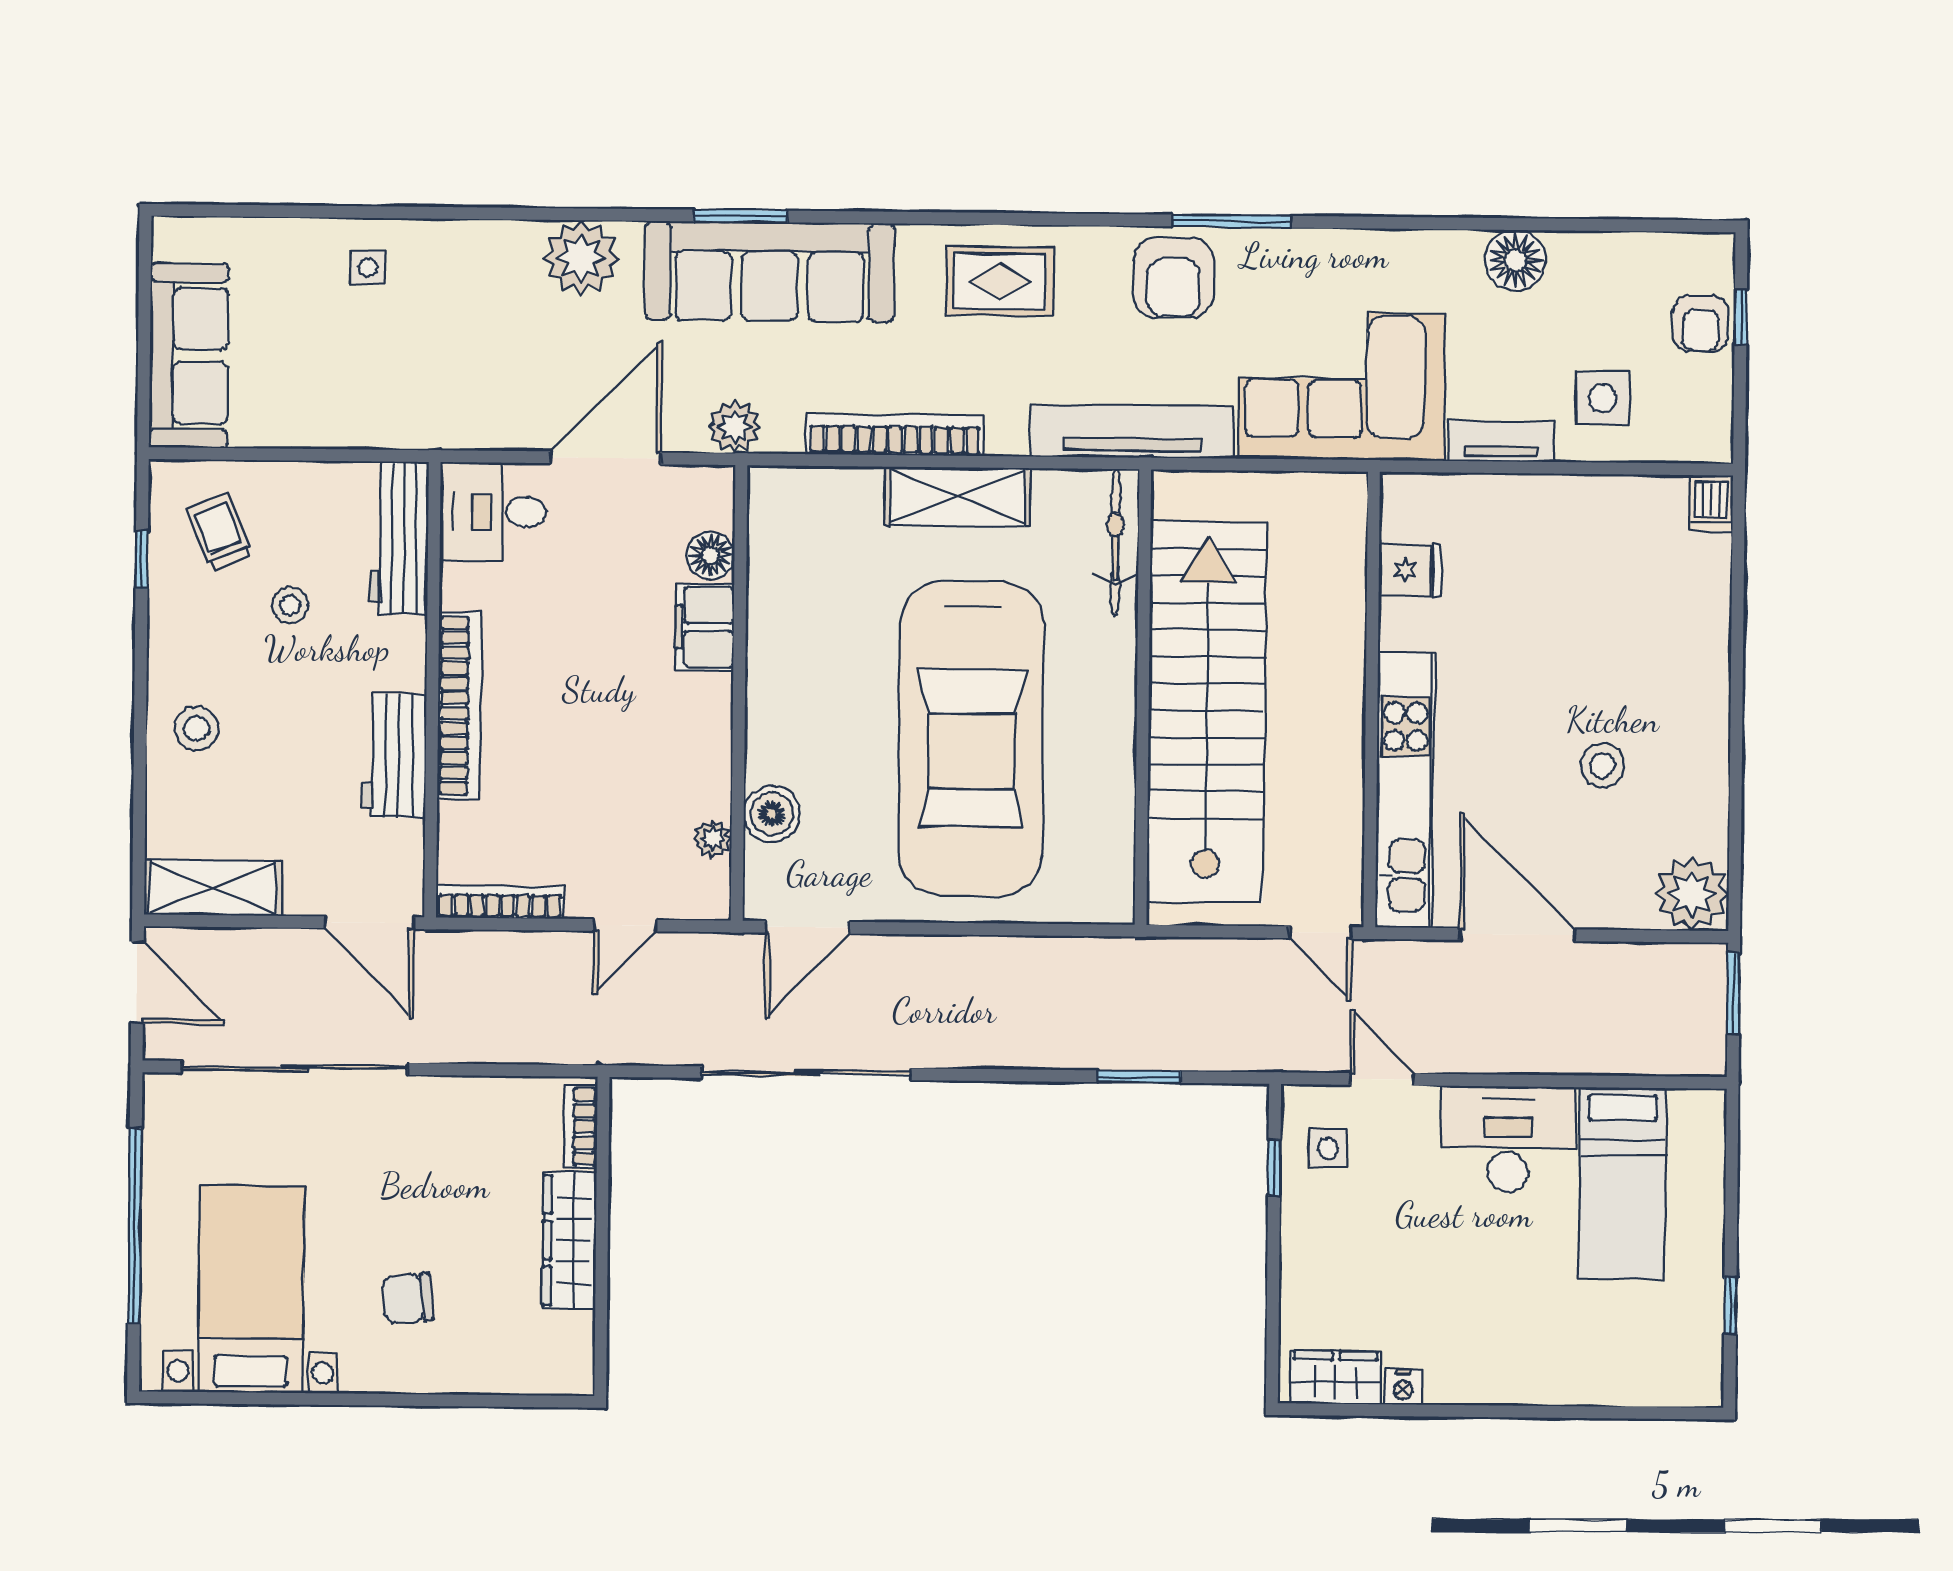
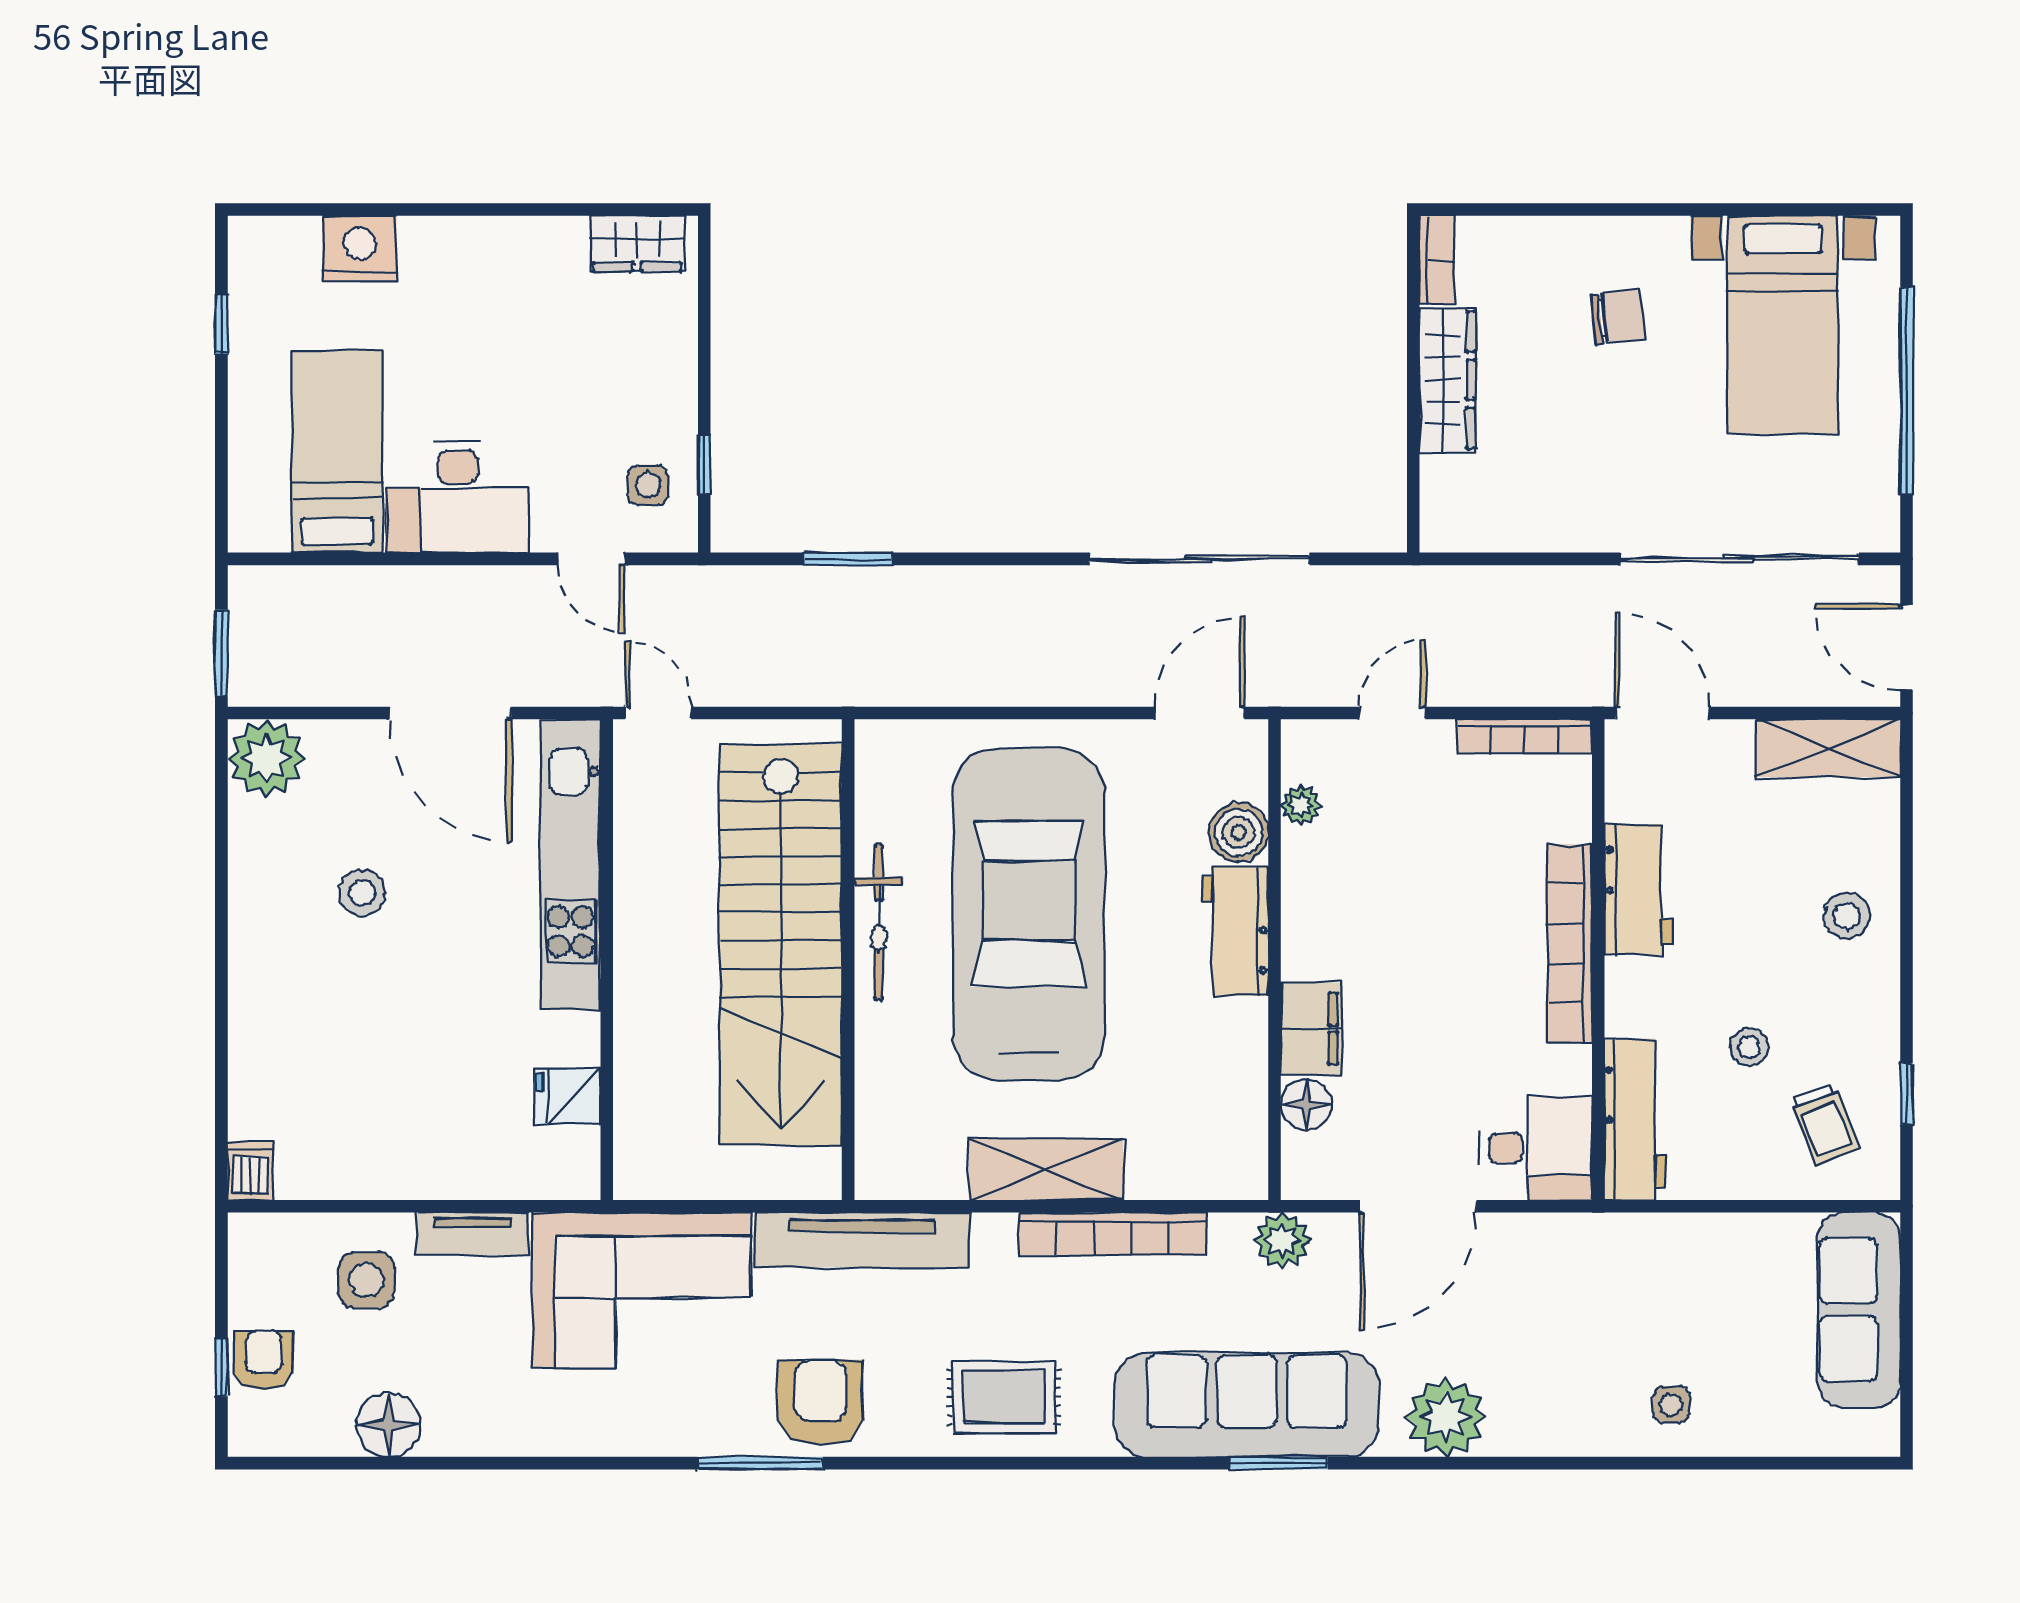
floor lamp: (1515, 260) -> (388, 1425), moved
bicycle: (1115, 542) -> (879, 922), moved
workbench: (776, 720) -> (1235, 931), added
bookcase: (581, 1127) -> (1437, 260), moved
nightstand: (1403, 1387) -> (359, 249), moved, width x1.89, depth x1.79

